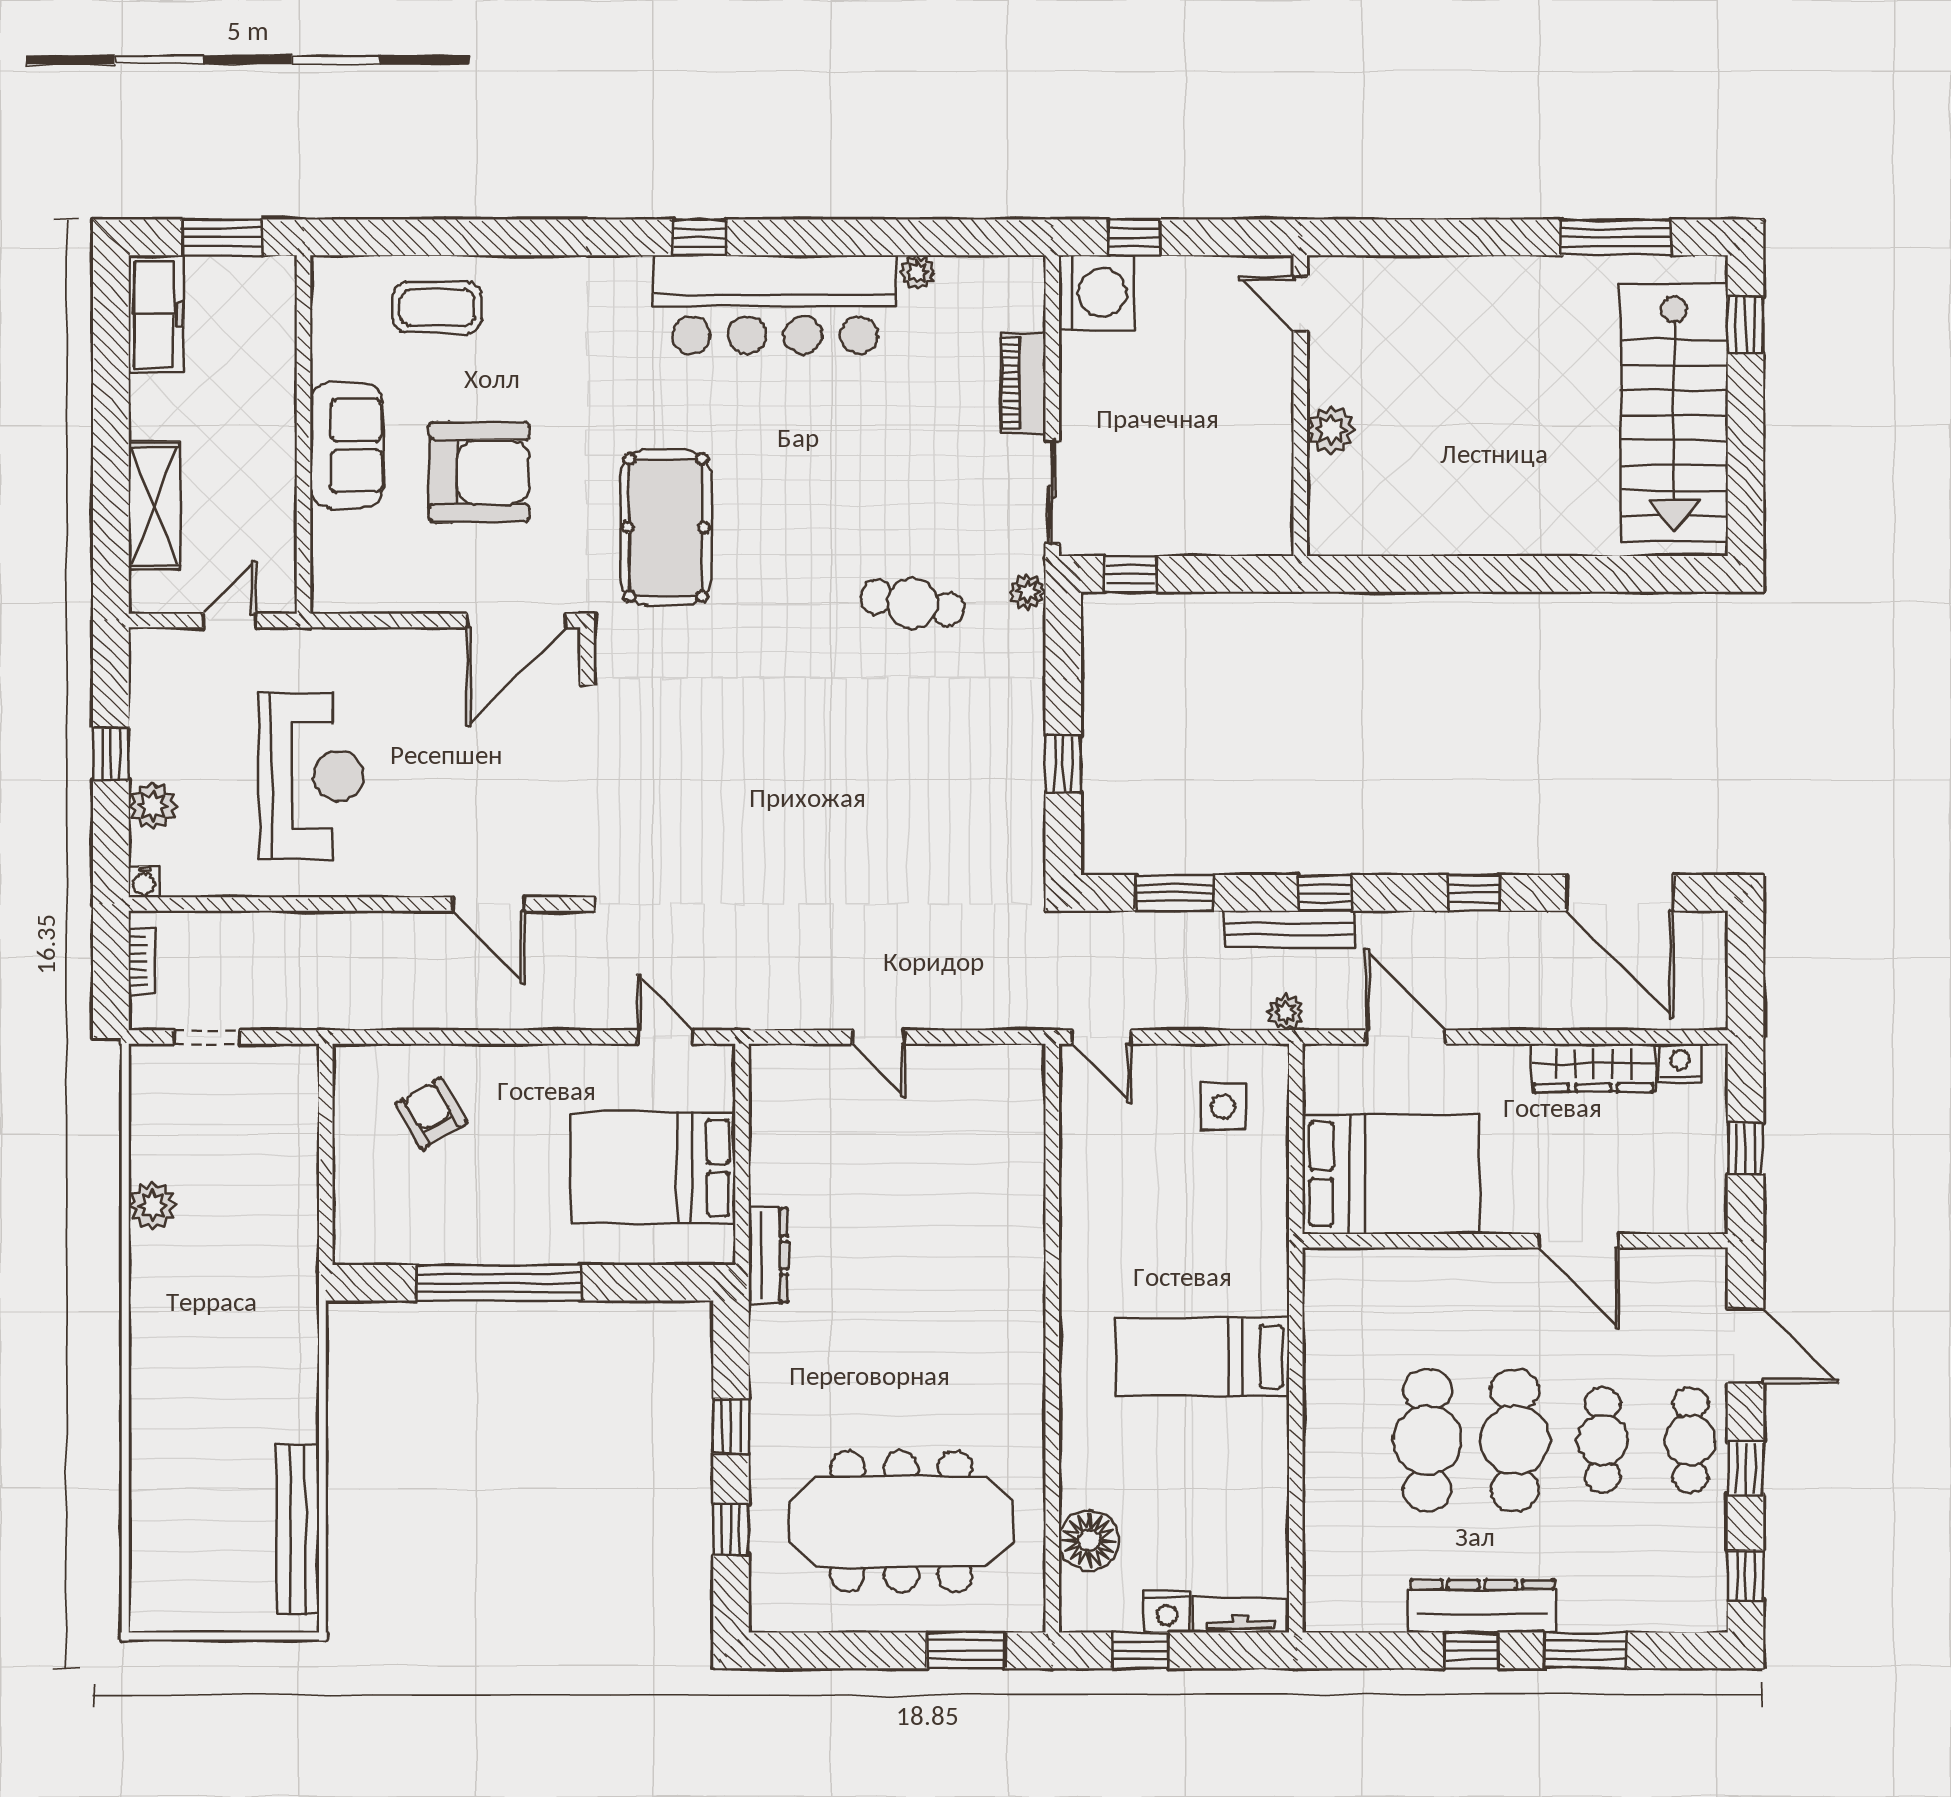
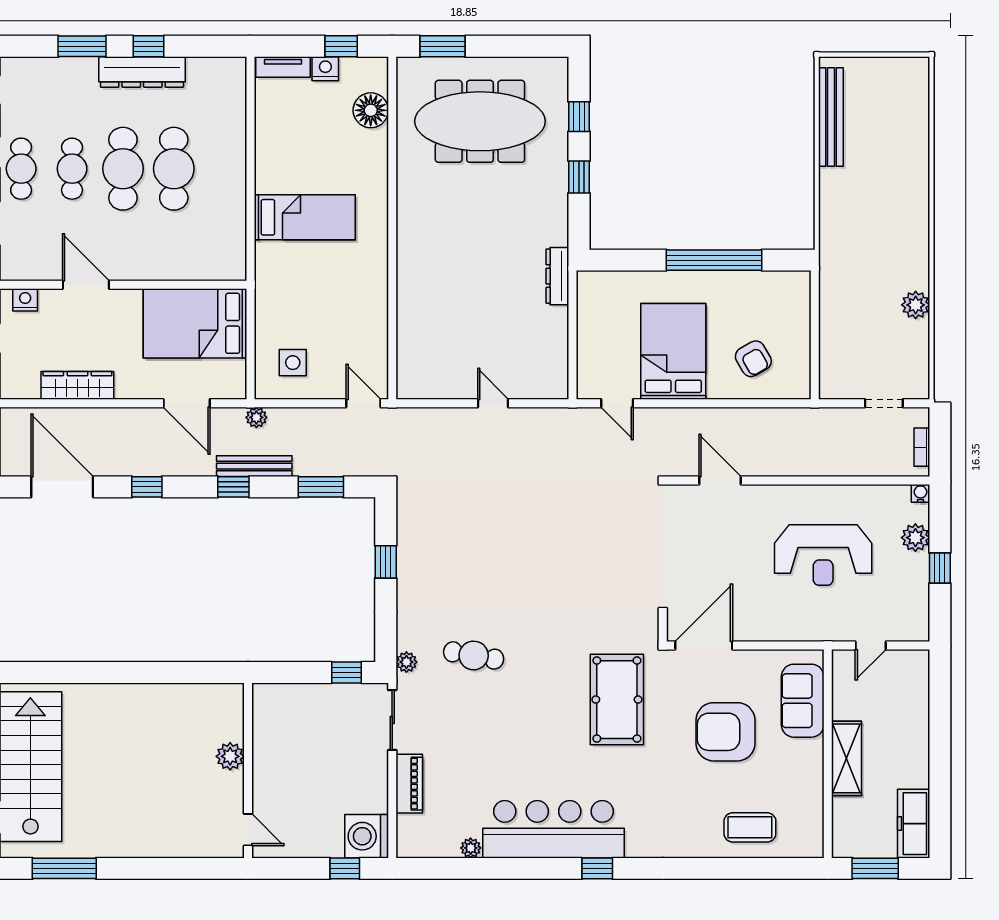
sofa: (347, 445) -> (803, 701), moved
shelving: (154, 506) -> (846, 758), moved
reception desk: (311, 776) -> (823, 555), turned -90
nightstand: (1680, 1063) -> (25, 300), moved, turned 180
bed: (653, 1168) -> (673, 351), moved, turned -90

